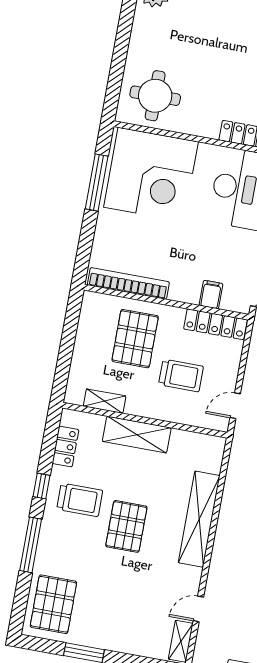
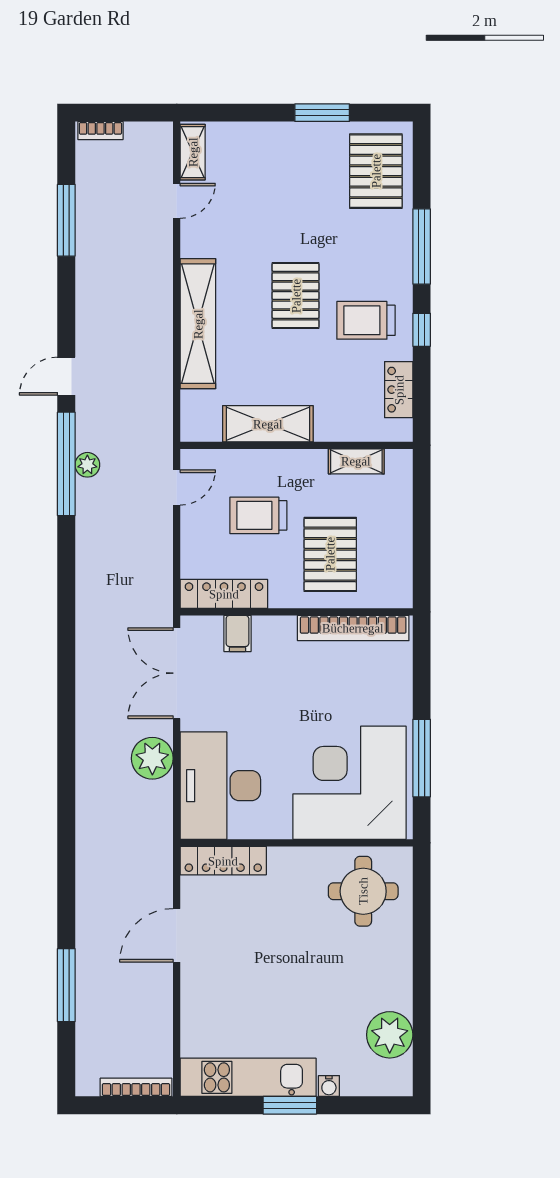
shelving: (137, 435) -> (268, 424), moved

